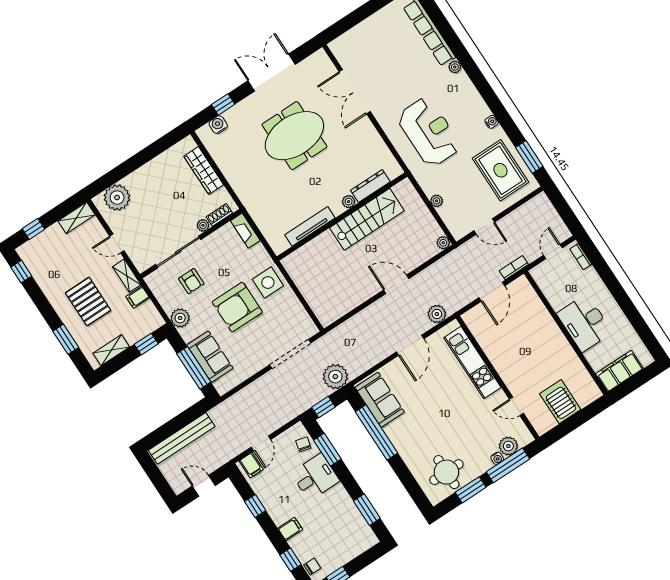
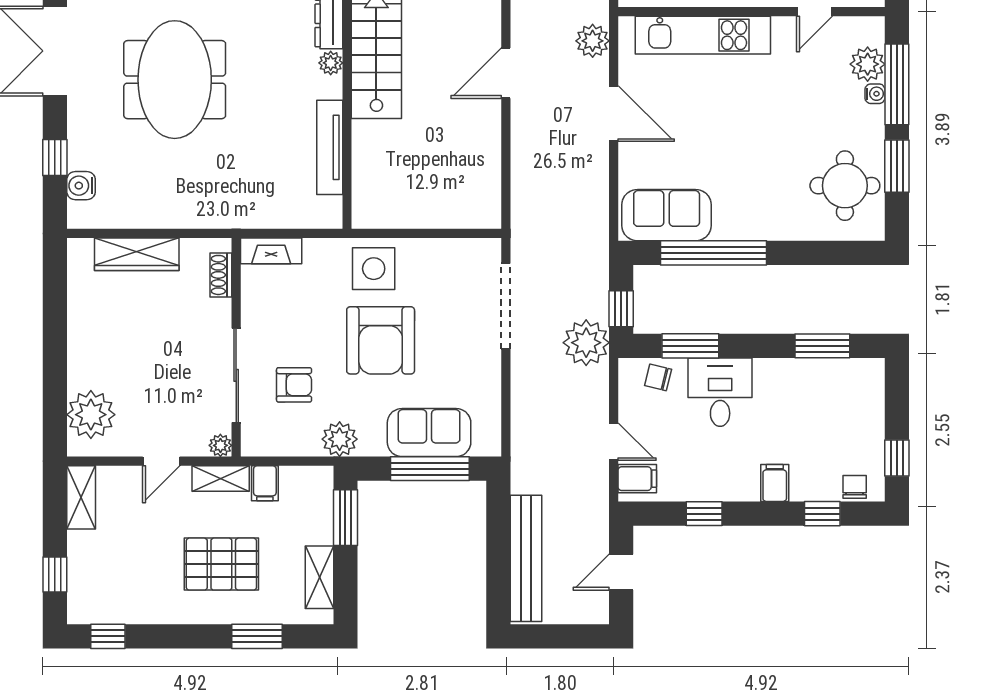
plant: (203, 225) -> (220, 445), moved
window: (146, 344) -> (345, 518), width x1.50
plant: (335, 377) -> (586, 343), moved

